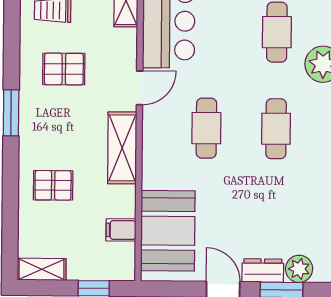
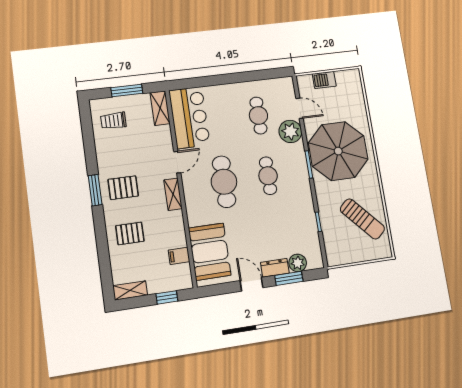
pallet: (64, 69) -> (123, 188), moved
cafe table: (206, 128) -> (224, 182), width x1.37, depth x1.35
shelving: (122, 148) -> (173, 194), width x0.67, depth x0.75

